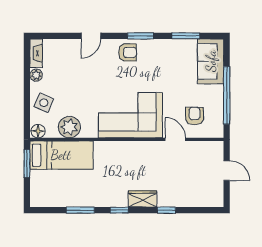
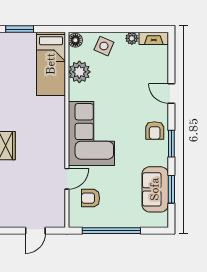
sofa: (211, 61) -> (155, 189), moved, turned -90
armchair: (195, 116) -> (91, 198), turned 180
window: (27, 164) -> (20, 29), moved

